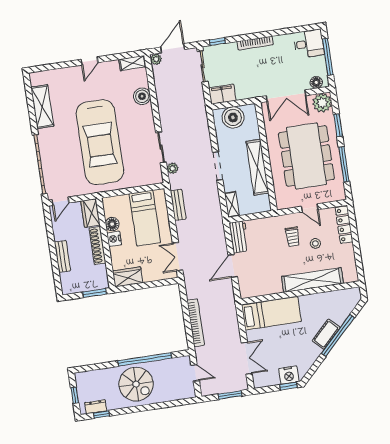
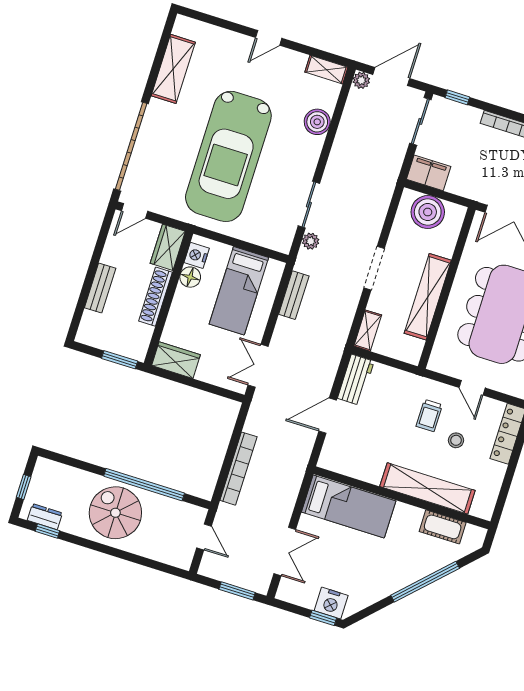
nightstand: (114, 239) -> (197, 255), moved
cot: (326, 334) -> (443, 527), moved, turned 45
spiral stairs: (136, 384) -> (115, 513), turned 180

